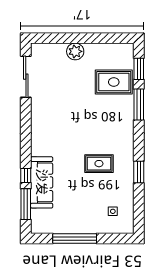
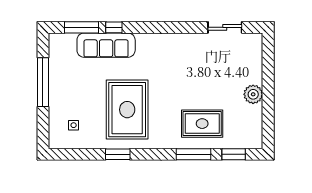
plant: (75, 51) -> (253, 94), moved
sliding door: (26, 77) -> (225, 27), width x0.73
rug: (114, 82) -> (202, 124), moved, turned 90
rug: (99, 164) -> (127, 110), width x1.86, depth x2.06

